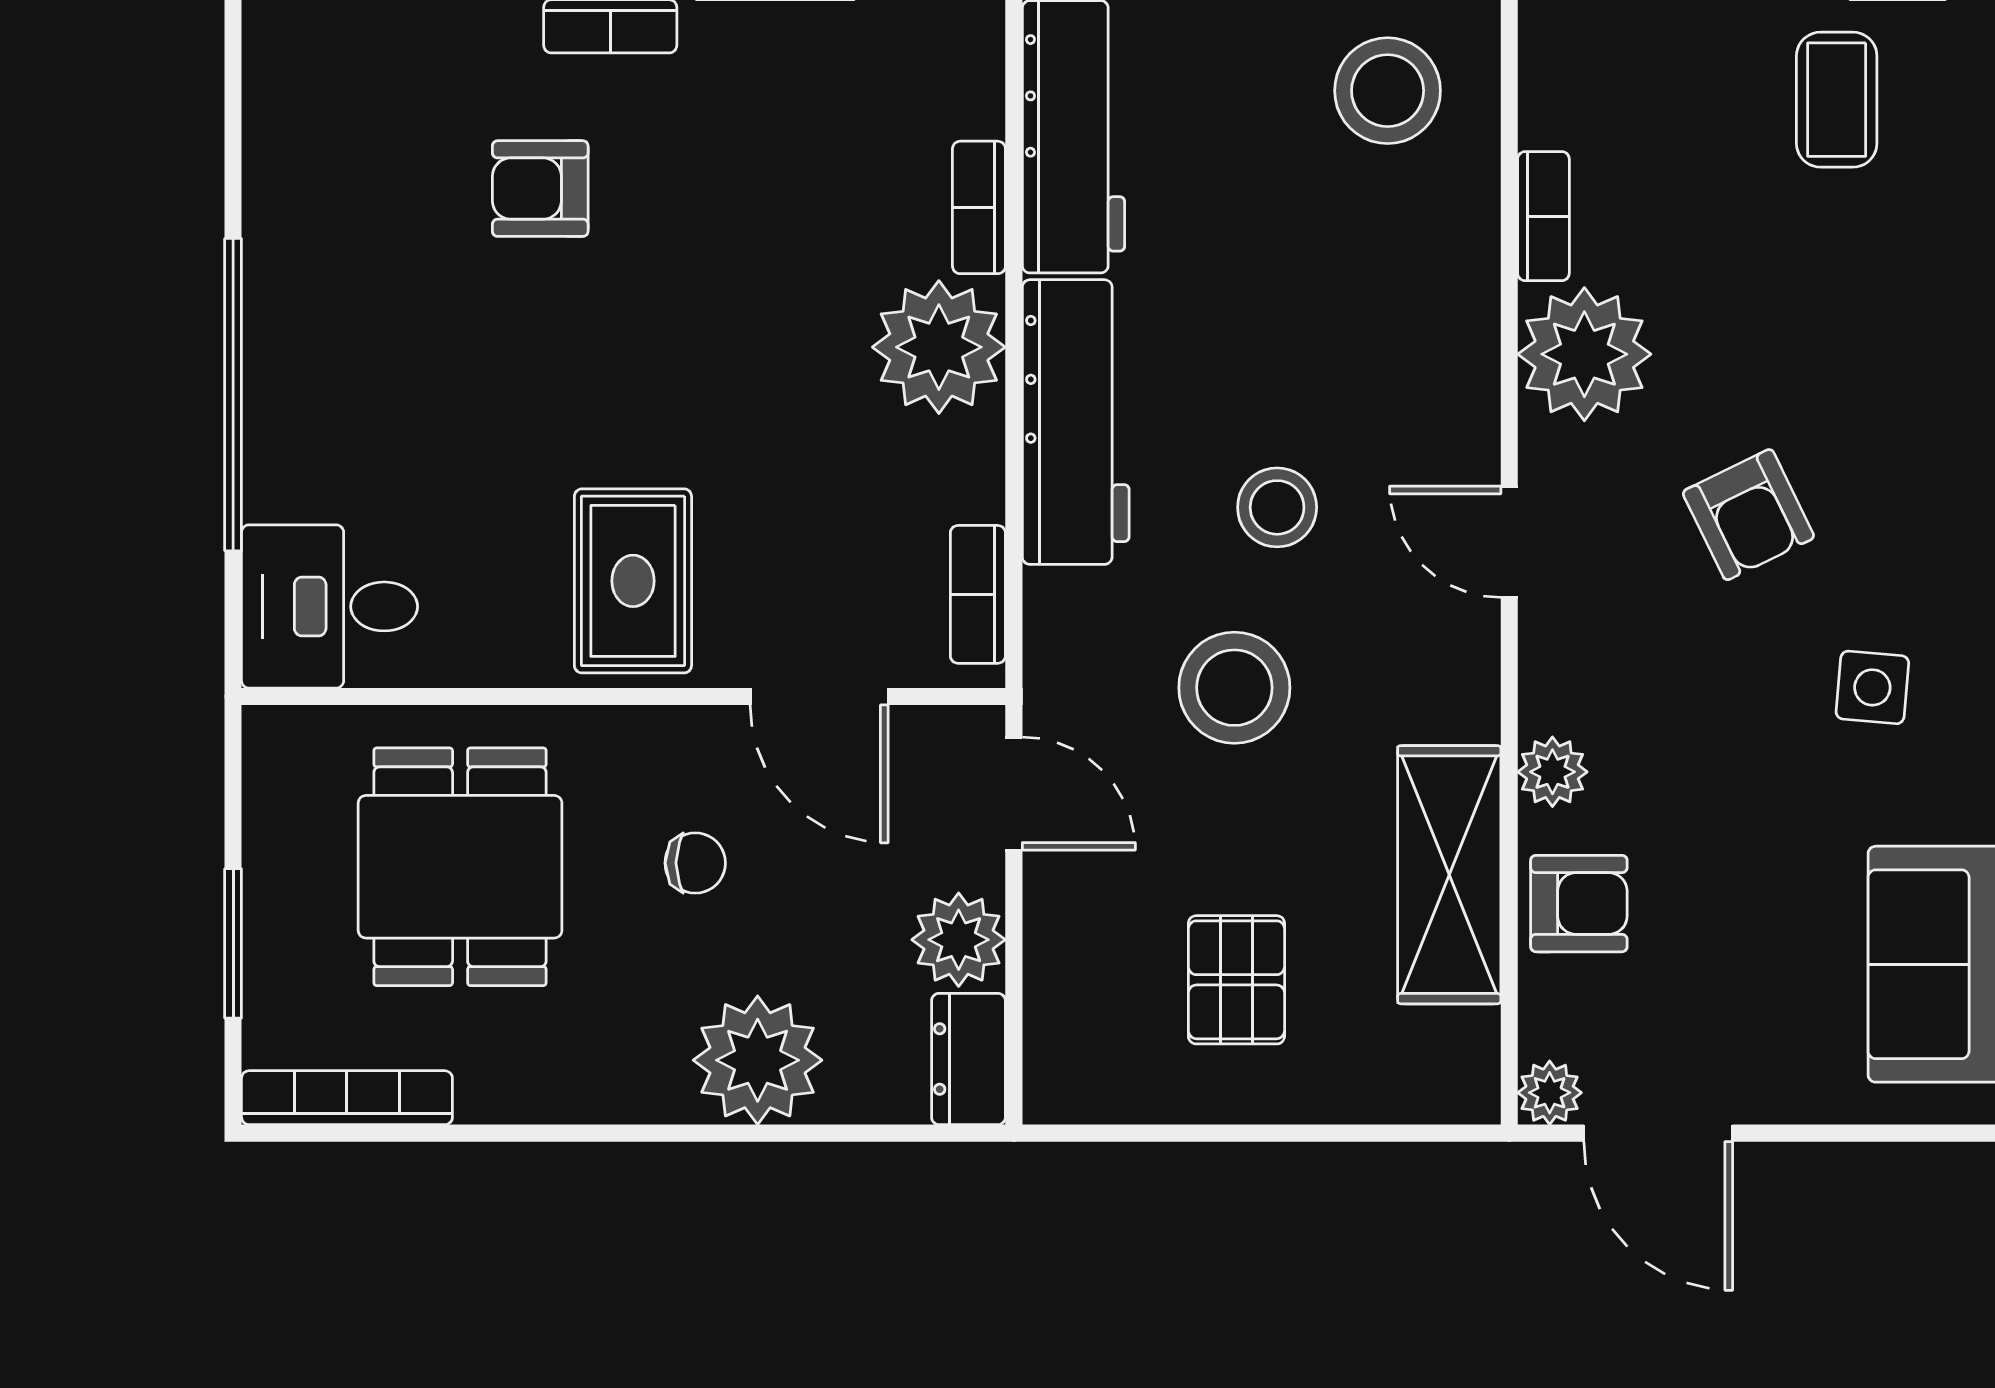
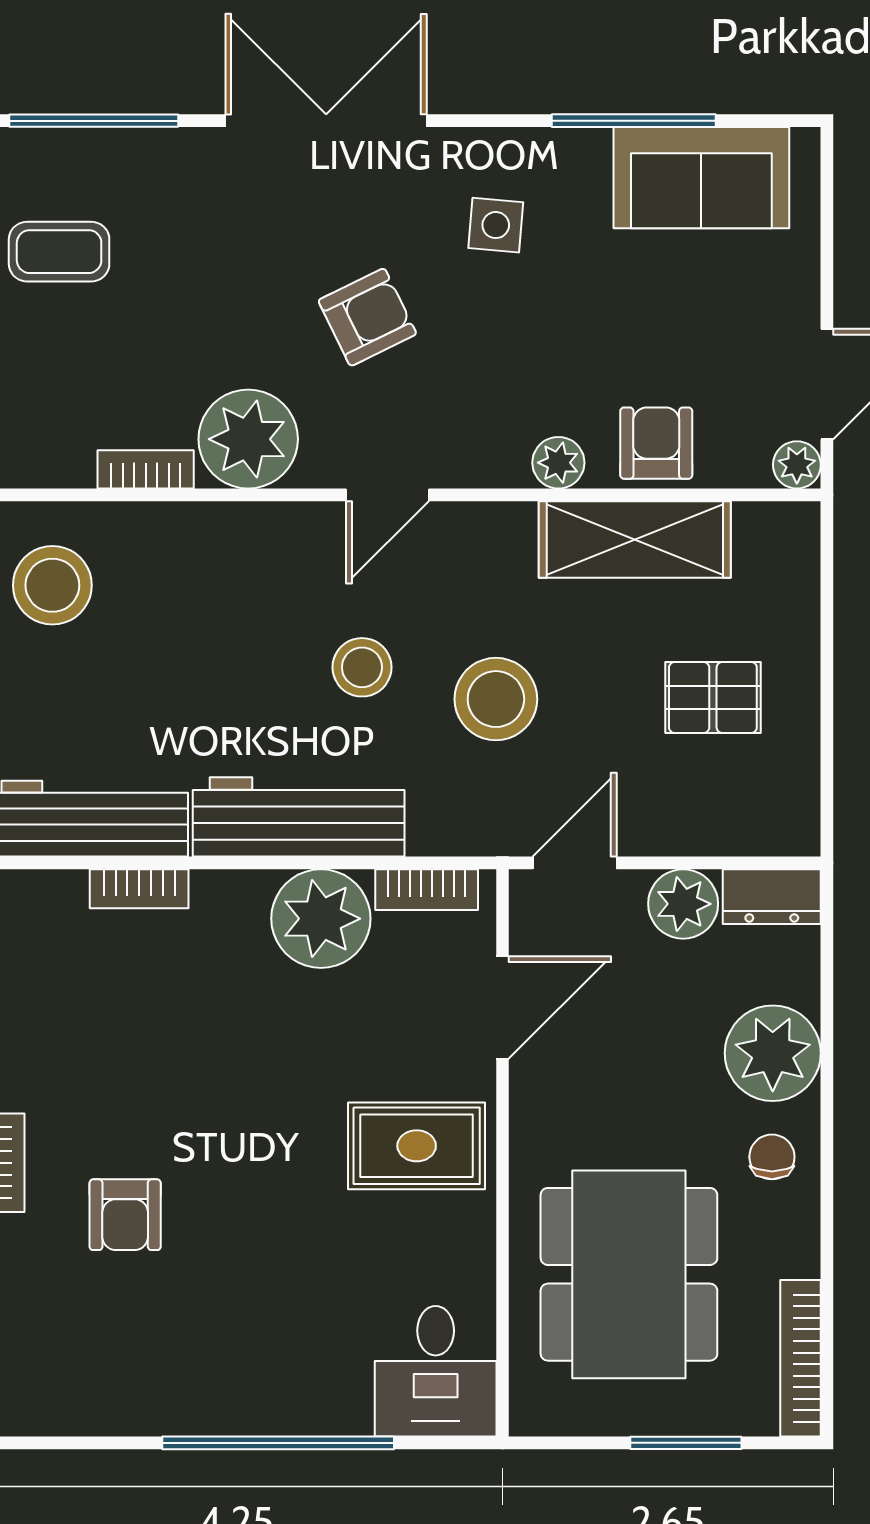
plant: (939, 347) -> (321, 919), moved
chair: (695, 863) -> (772, 1157), moved
dining table: (460, 867) -> (629, 1274), width x1.38

